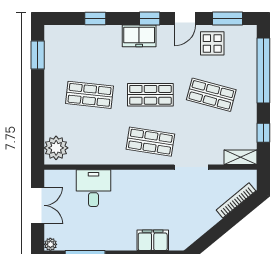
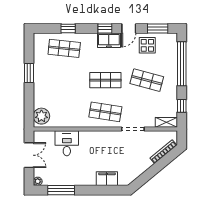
freezer: (139, 36) -> (109, 40), moved
window: (38, 55) -> (29, 73), moved
shop shelf: (90, 95) -> (64, 48), moved

